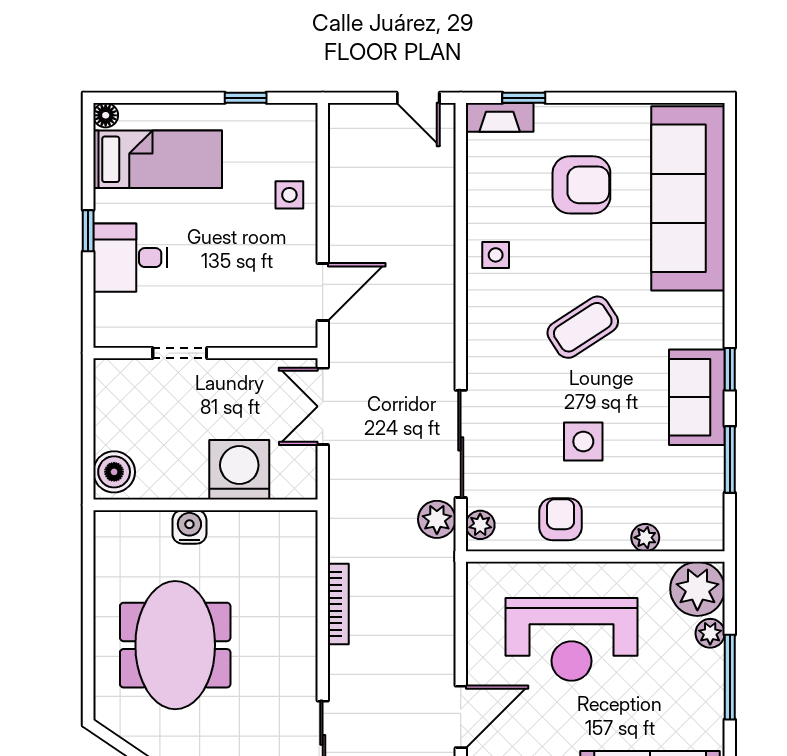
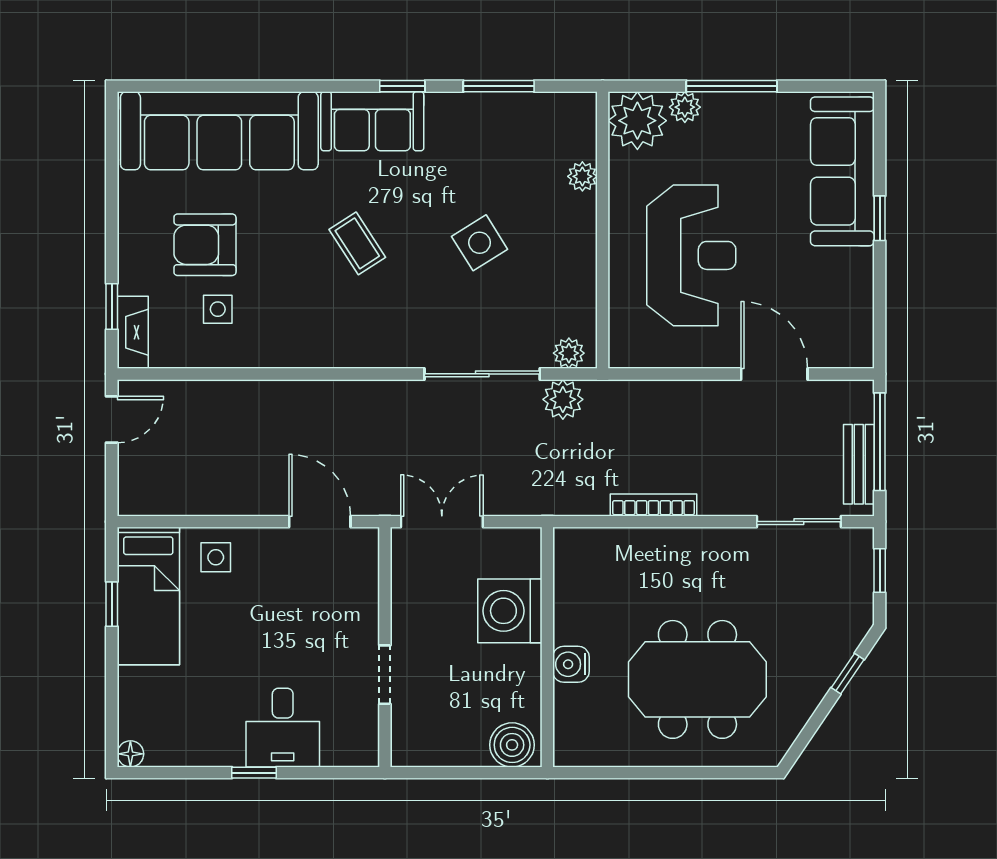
bed: (158, 159) -> (148, 596), moved, turned 180
armchair: (581, 185) -> (205, 245), turned -90
side table: (496, 255) -> (218, 309), moved
coffee table: (583, 327) -> (357, 243), width x0.73, depth x0.77
sofa: (697, 397) -> (372, 121), moved
double door: (323, 406) -> (442, 522), swing flipped
side table: (583, 441) -> (480, 243), turned -32
armchair: (561, 519) -> (563, 267), removed

